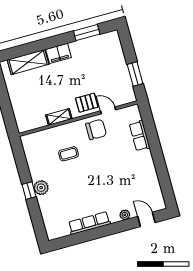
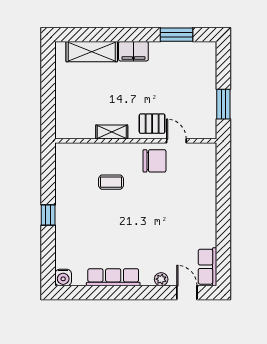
row of seats: (140, 136) -> (208, 267), moved
plant: (41, 188) -> (64, 215), removed
water cooler: (53, 233) -> (63, 278), added

